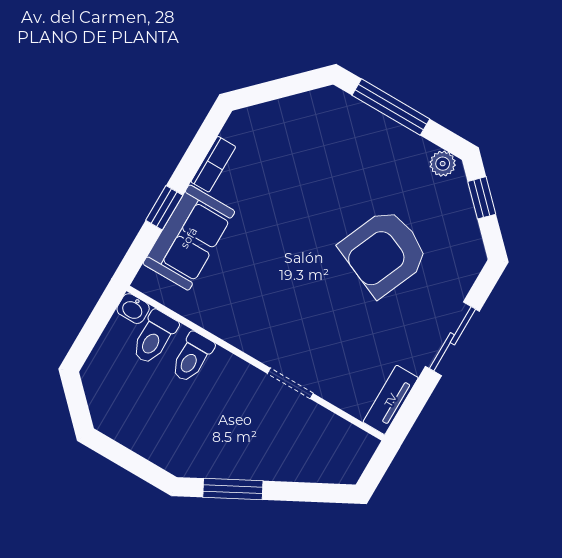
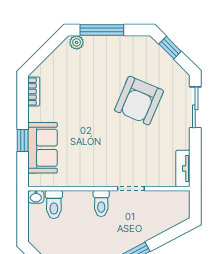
bookcase: (213, 164) -> (34, 91), moved
plant: (443, 164) -> (77, 42), moved
sliding door: (452, 339) -> (195, 107), moved
toilet: (192, 357) -> (101, 203), moved

